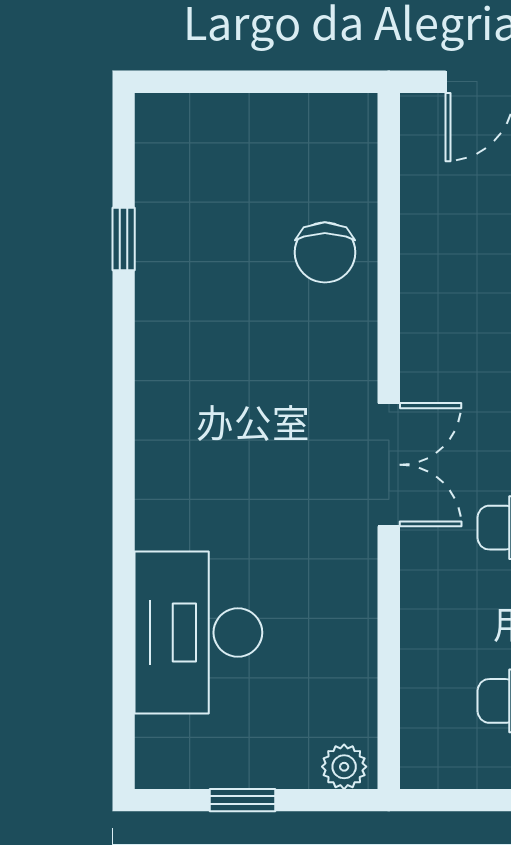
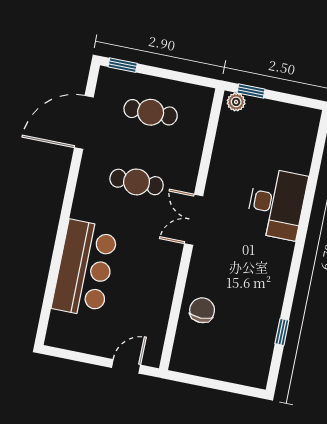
desk: (198, 633) -> (277, 204), moved
window: (243, 800) -> (251, 91), moved

